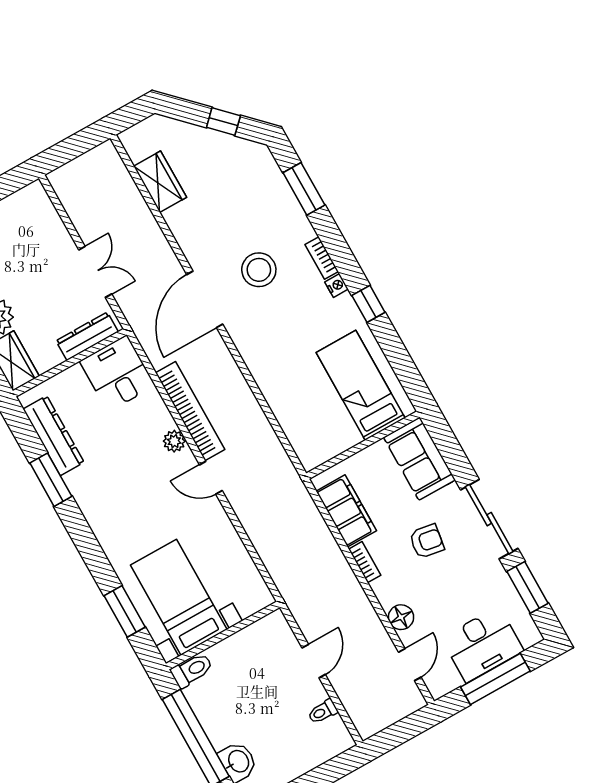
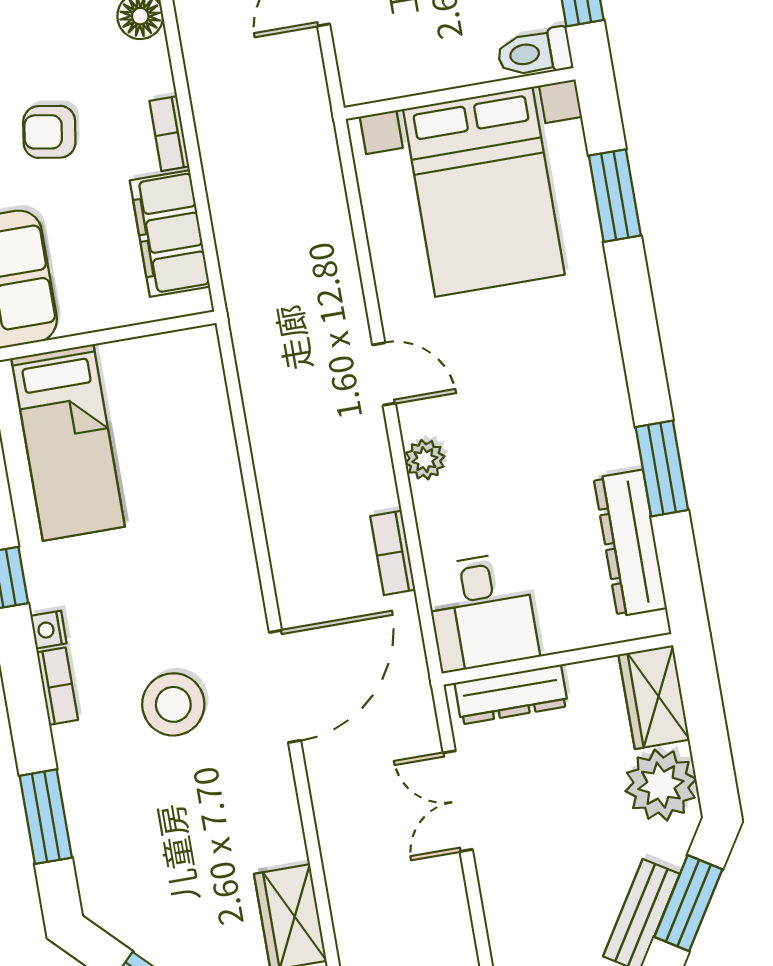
bookcase: (190, 411) -> (393, 553), width x0.43, depth x0.76
bed with nightstands: (179, 597) -> (484, 192), width x1.36

